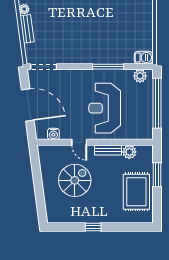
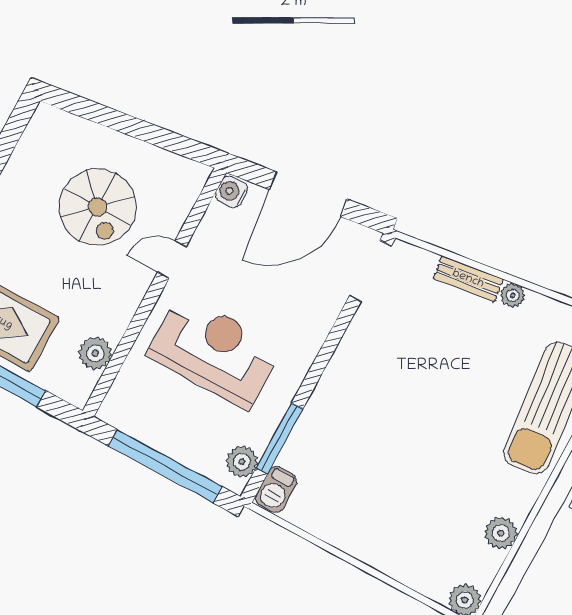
window: (108, 67) -> (279, 438), moved
water cooler: (53, 134) -> (231, 192), moved
bench: (108, 150) -> (123, 311), removed

